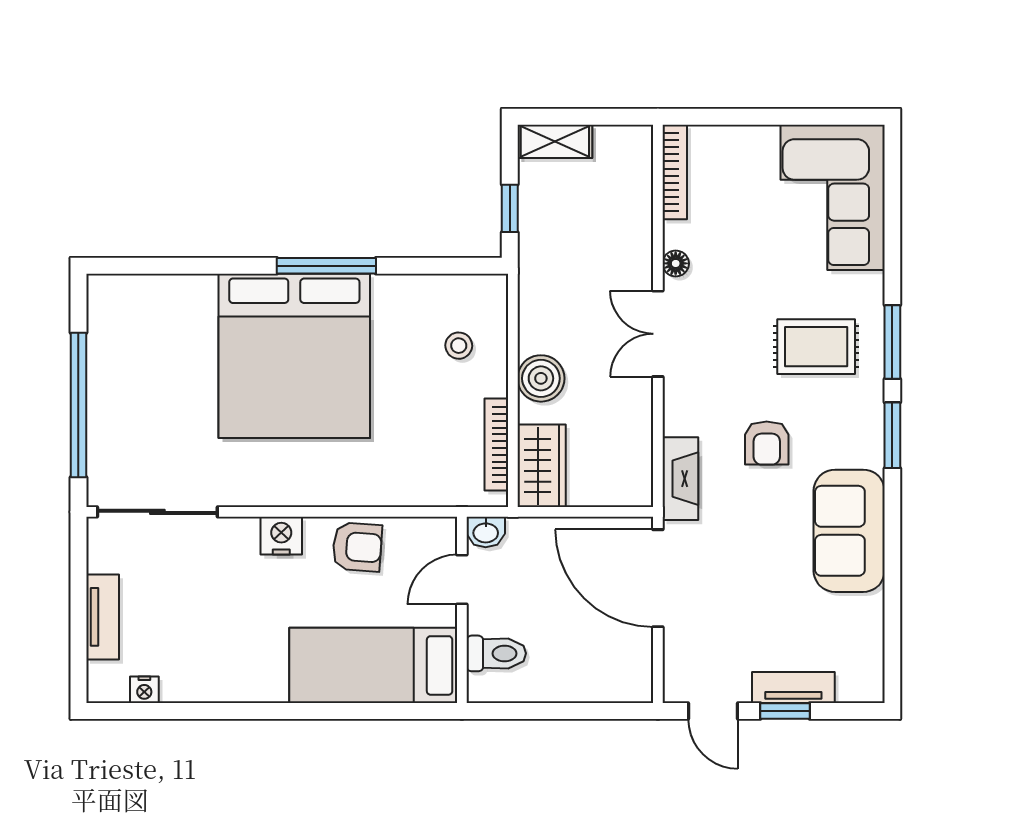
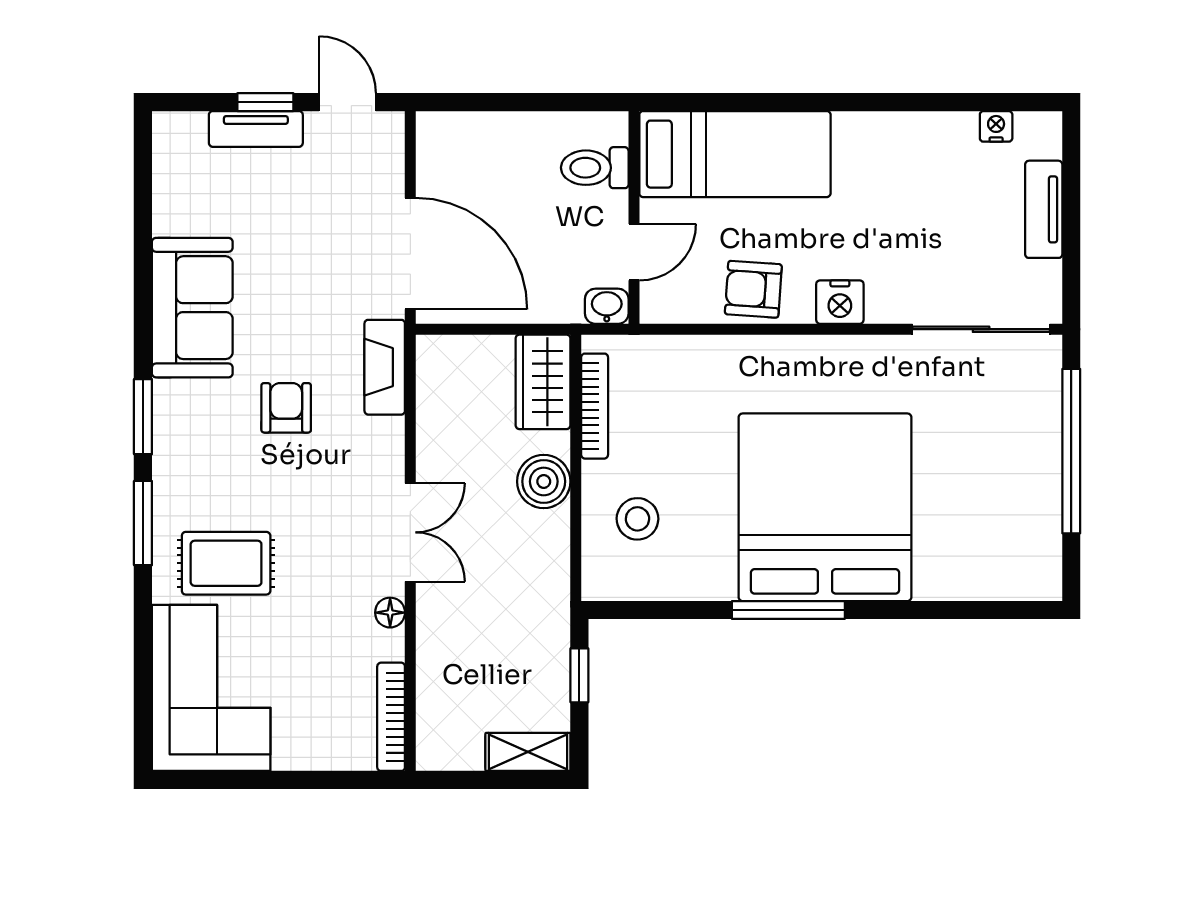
stool: (459, 346) -> (637, 519), width x1.37, depth x1.37
rug: (816, 347) -> (226, 563), moved

